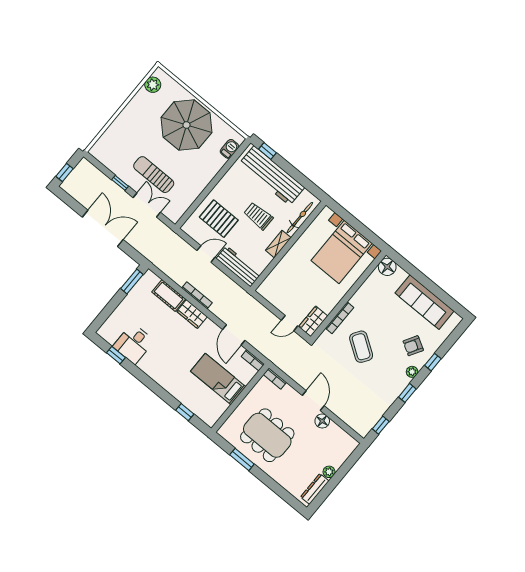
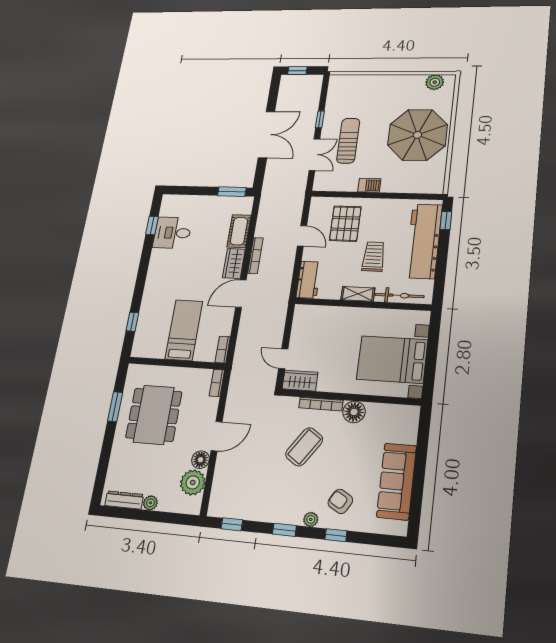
barbecue: (230, 149) -> (369, 185), moved
workbench: (238, 266) -> (309, 280), width x0.73
floor lamp: (387, 267) -> (354, 412), moved
door: (234, 335) -> (241, 294), moved
plant: (334, 435) -> (193, 482), added

